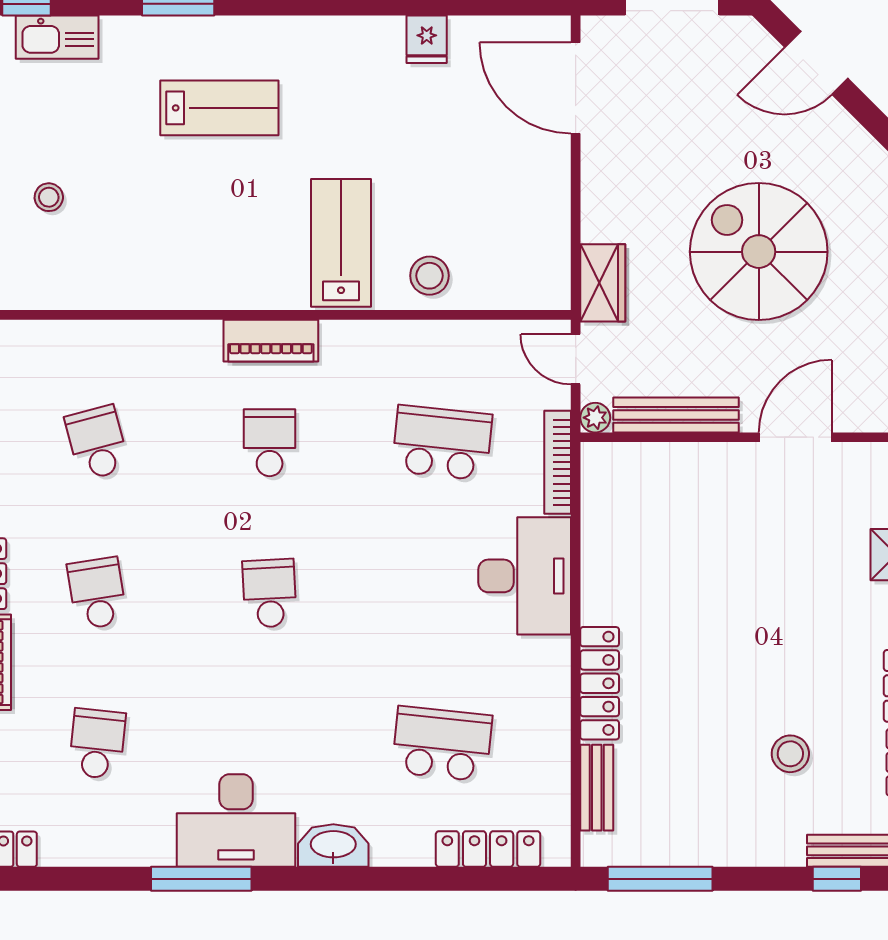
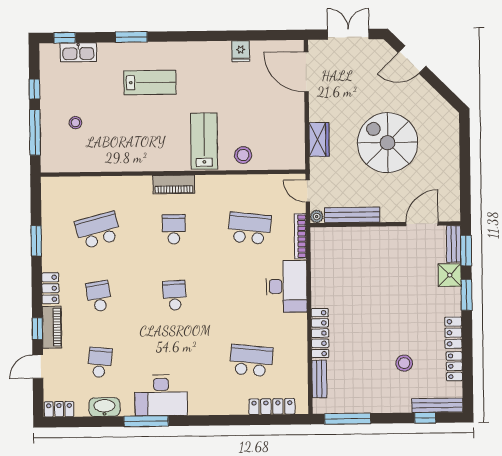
wardrobe: (603, 283) -> (319, 139), moved
door: (795, 437) -> (422, 224), moved
school desk: (97, 443) -> (98, 230), width x1.85
washbasin: (333, 845) -> (104, 407), moved

